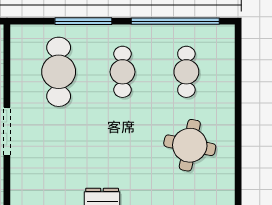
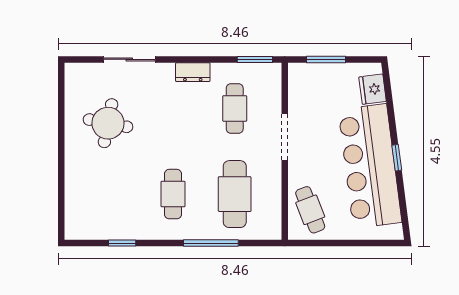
window: (175, 21) -> (122, 243), width x0.32
cafe table: (186, 72) -> (235, 109), moved

